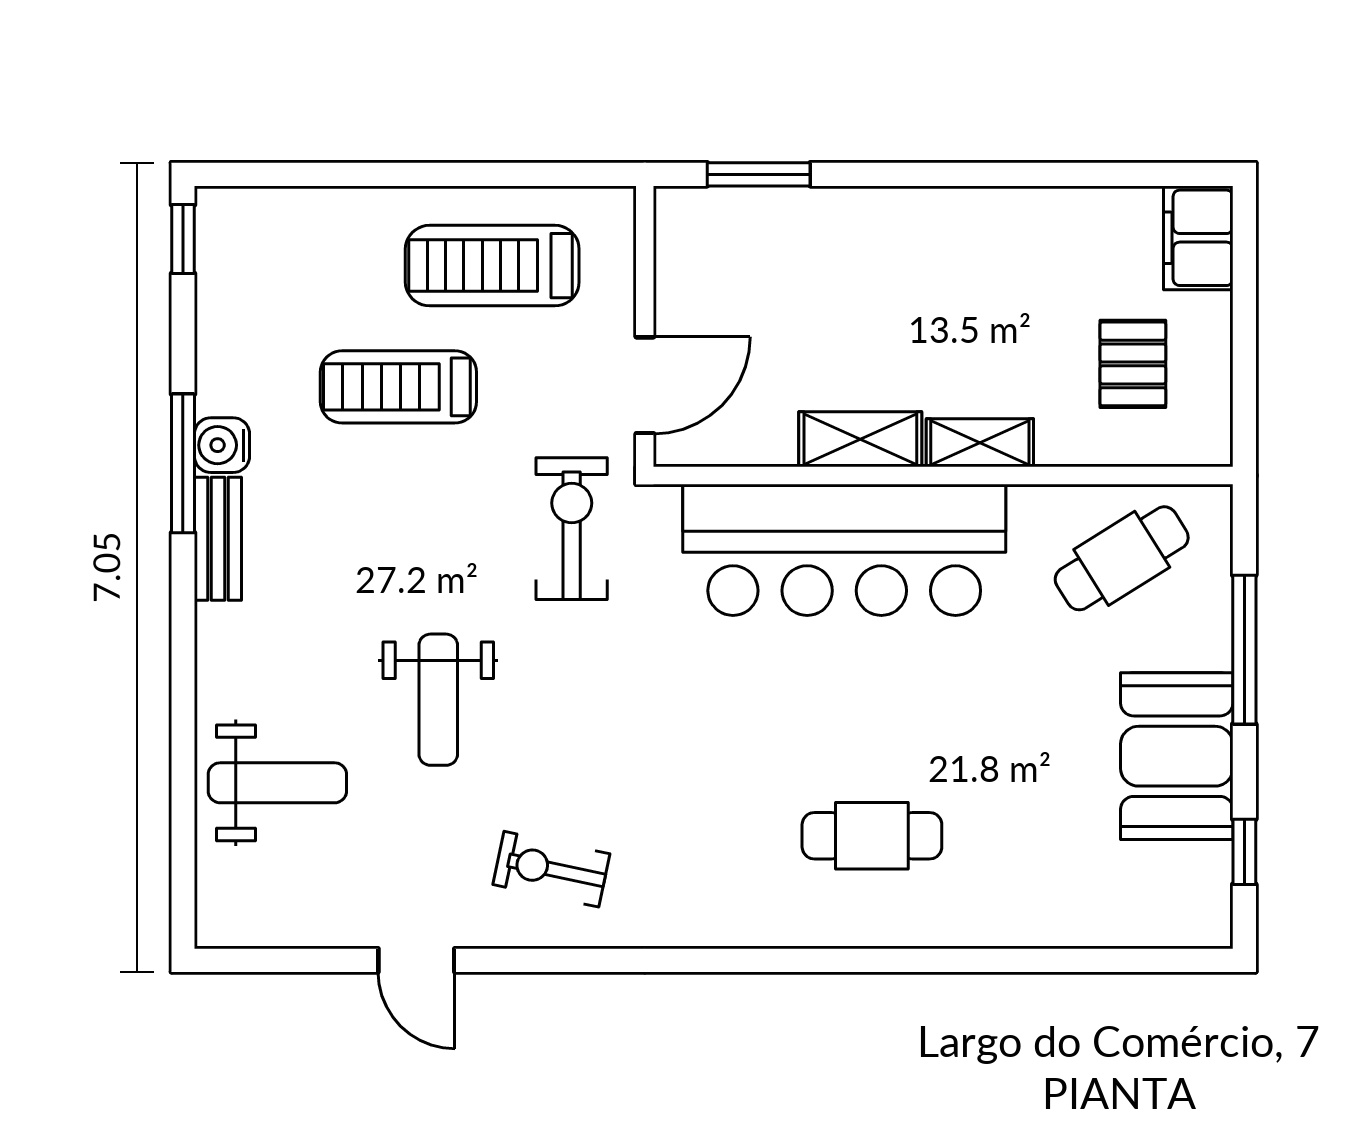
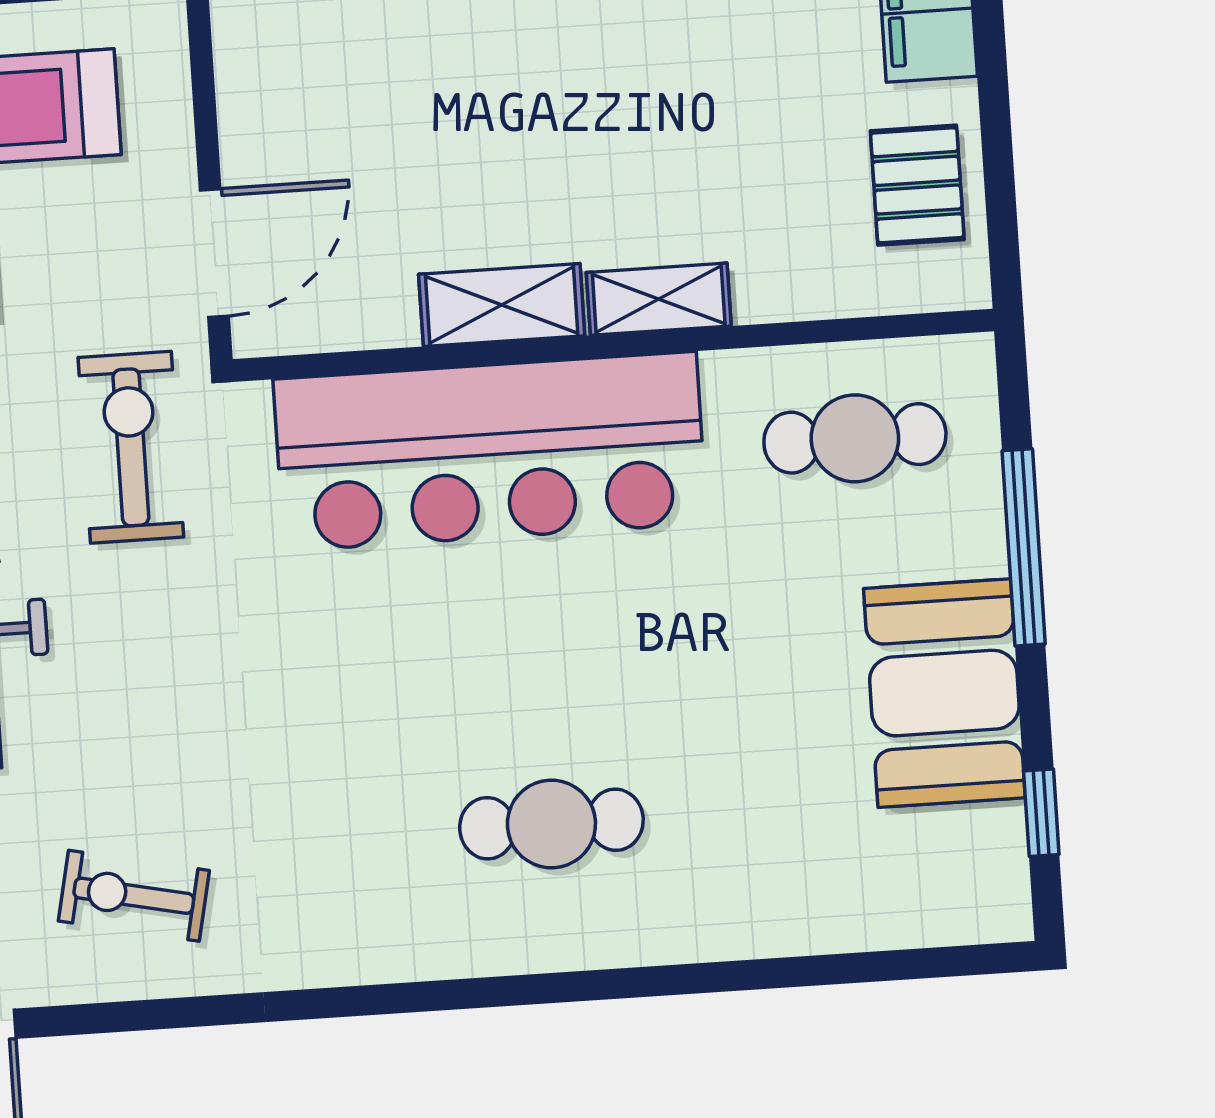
pallet: (1133, 364) -> (917, 185), moved
cafe table: (1122, 558) -> (855, 438), turned 32

